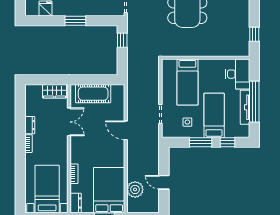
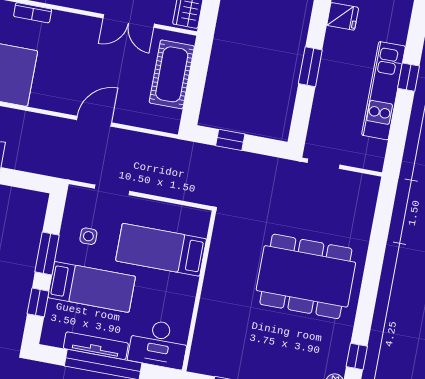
window: (122, 40) -> (230, 140), moved

